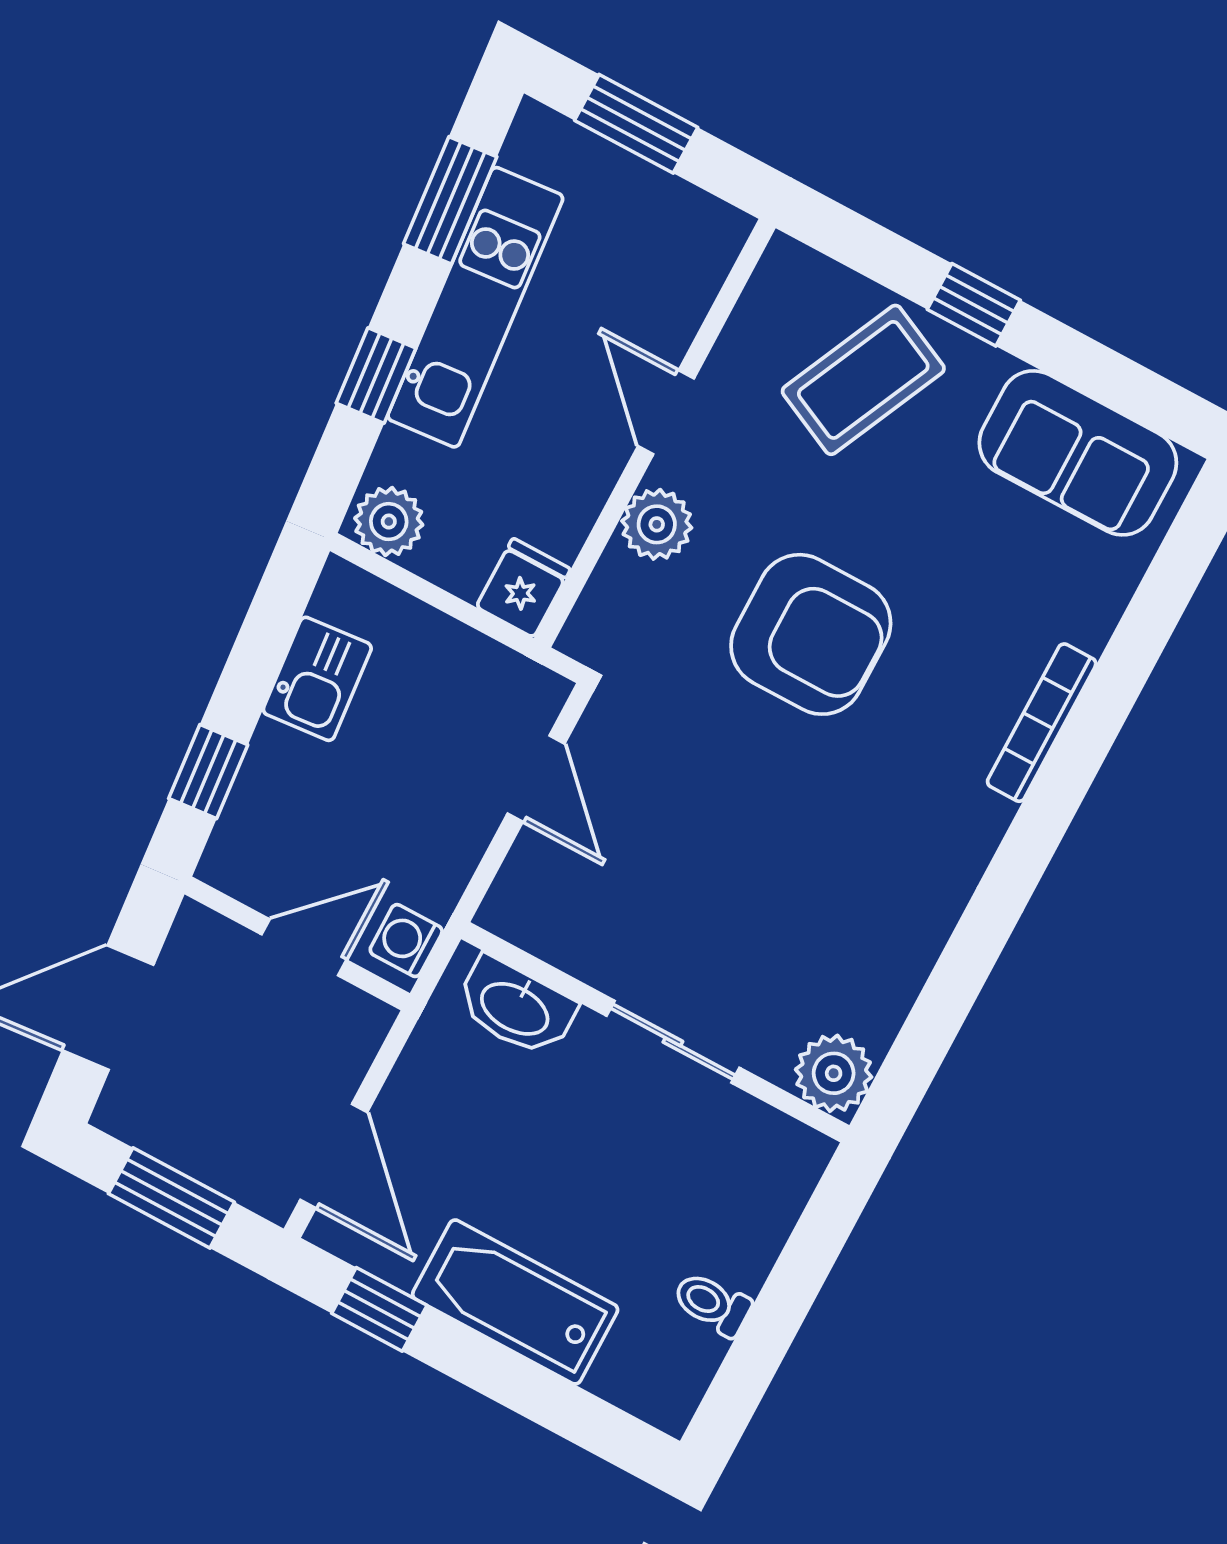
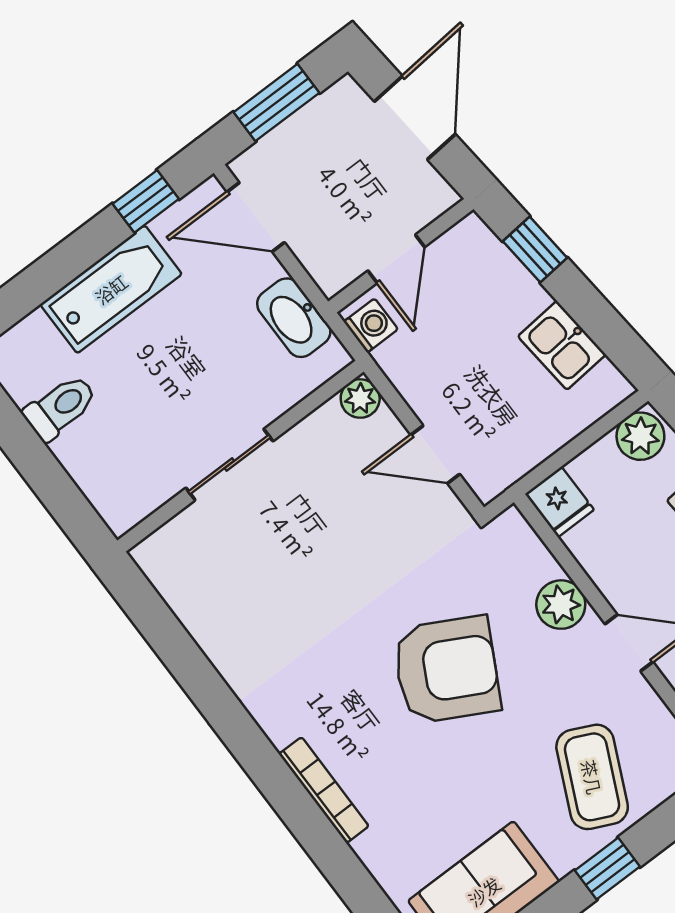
armchair: (811, 634) -> (447, 670), turned -152
washbasin: (516, 1007) -> (294, 318), moved, turned -90
plant: (834, 1073) -> (360, 398), moved, width x0.73, depth x0.73
toilet: (712, 1304) -> (60, 407), width x1.37, depth x1.39

